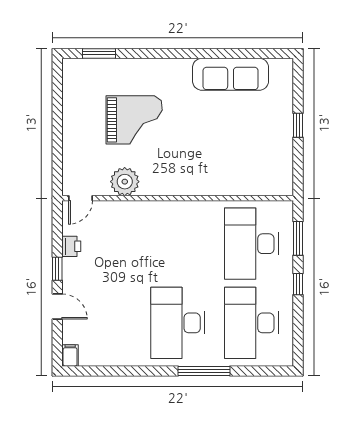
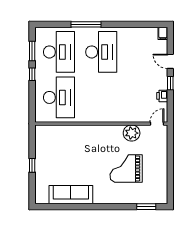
window: (298, 238) -> (32, 51), moved

